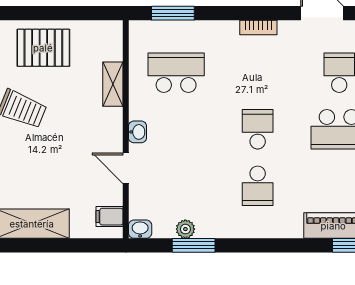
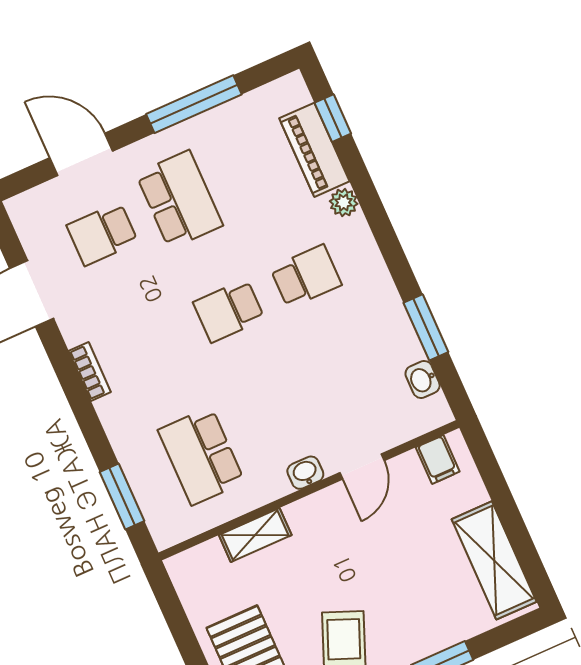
washbasin: (140, 229) -> (423, 379), moved
plant: (185, 229) -> (344, 203), moved

